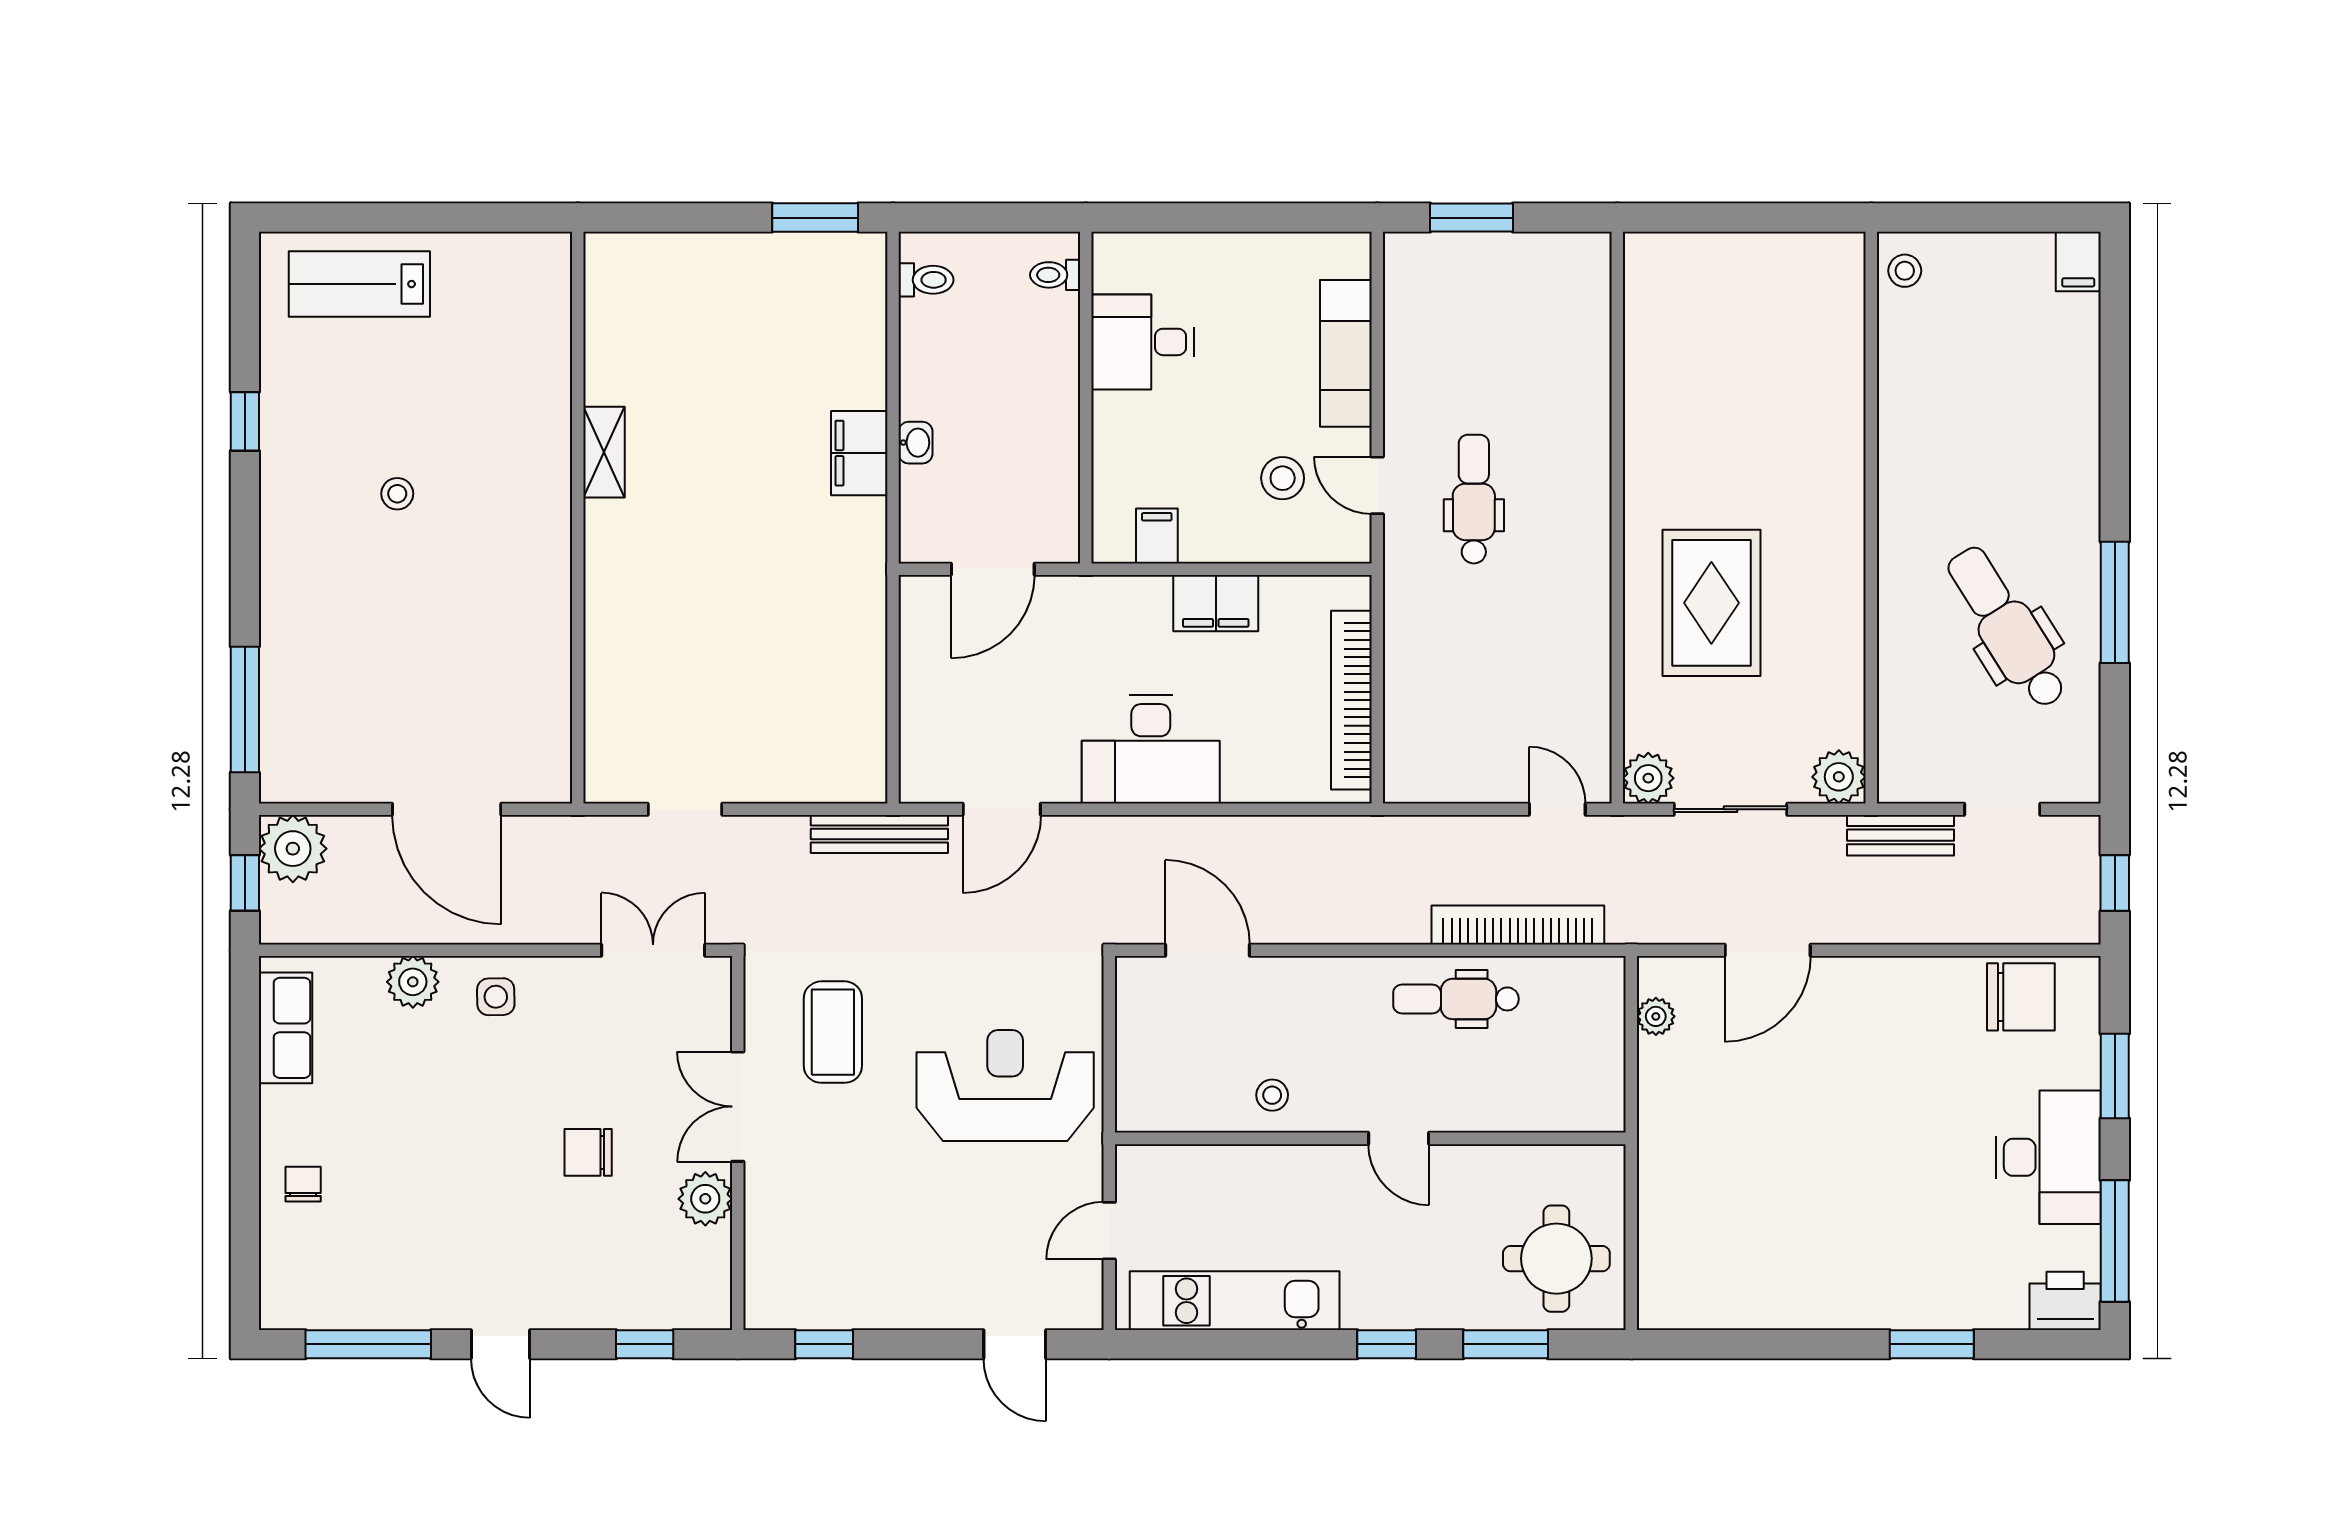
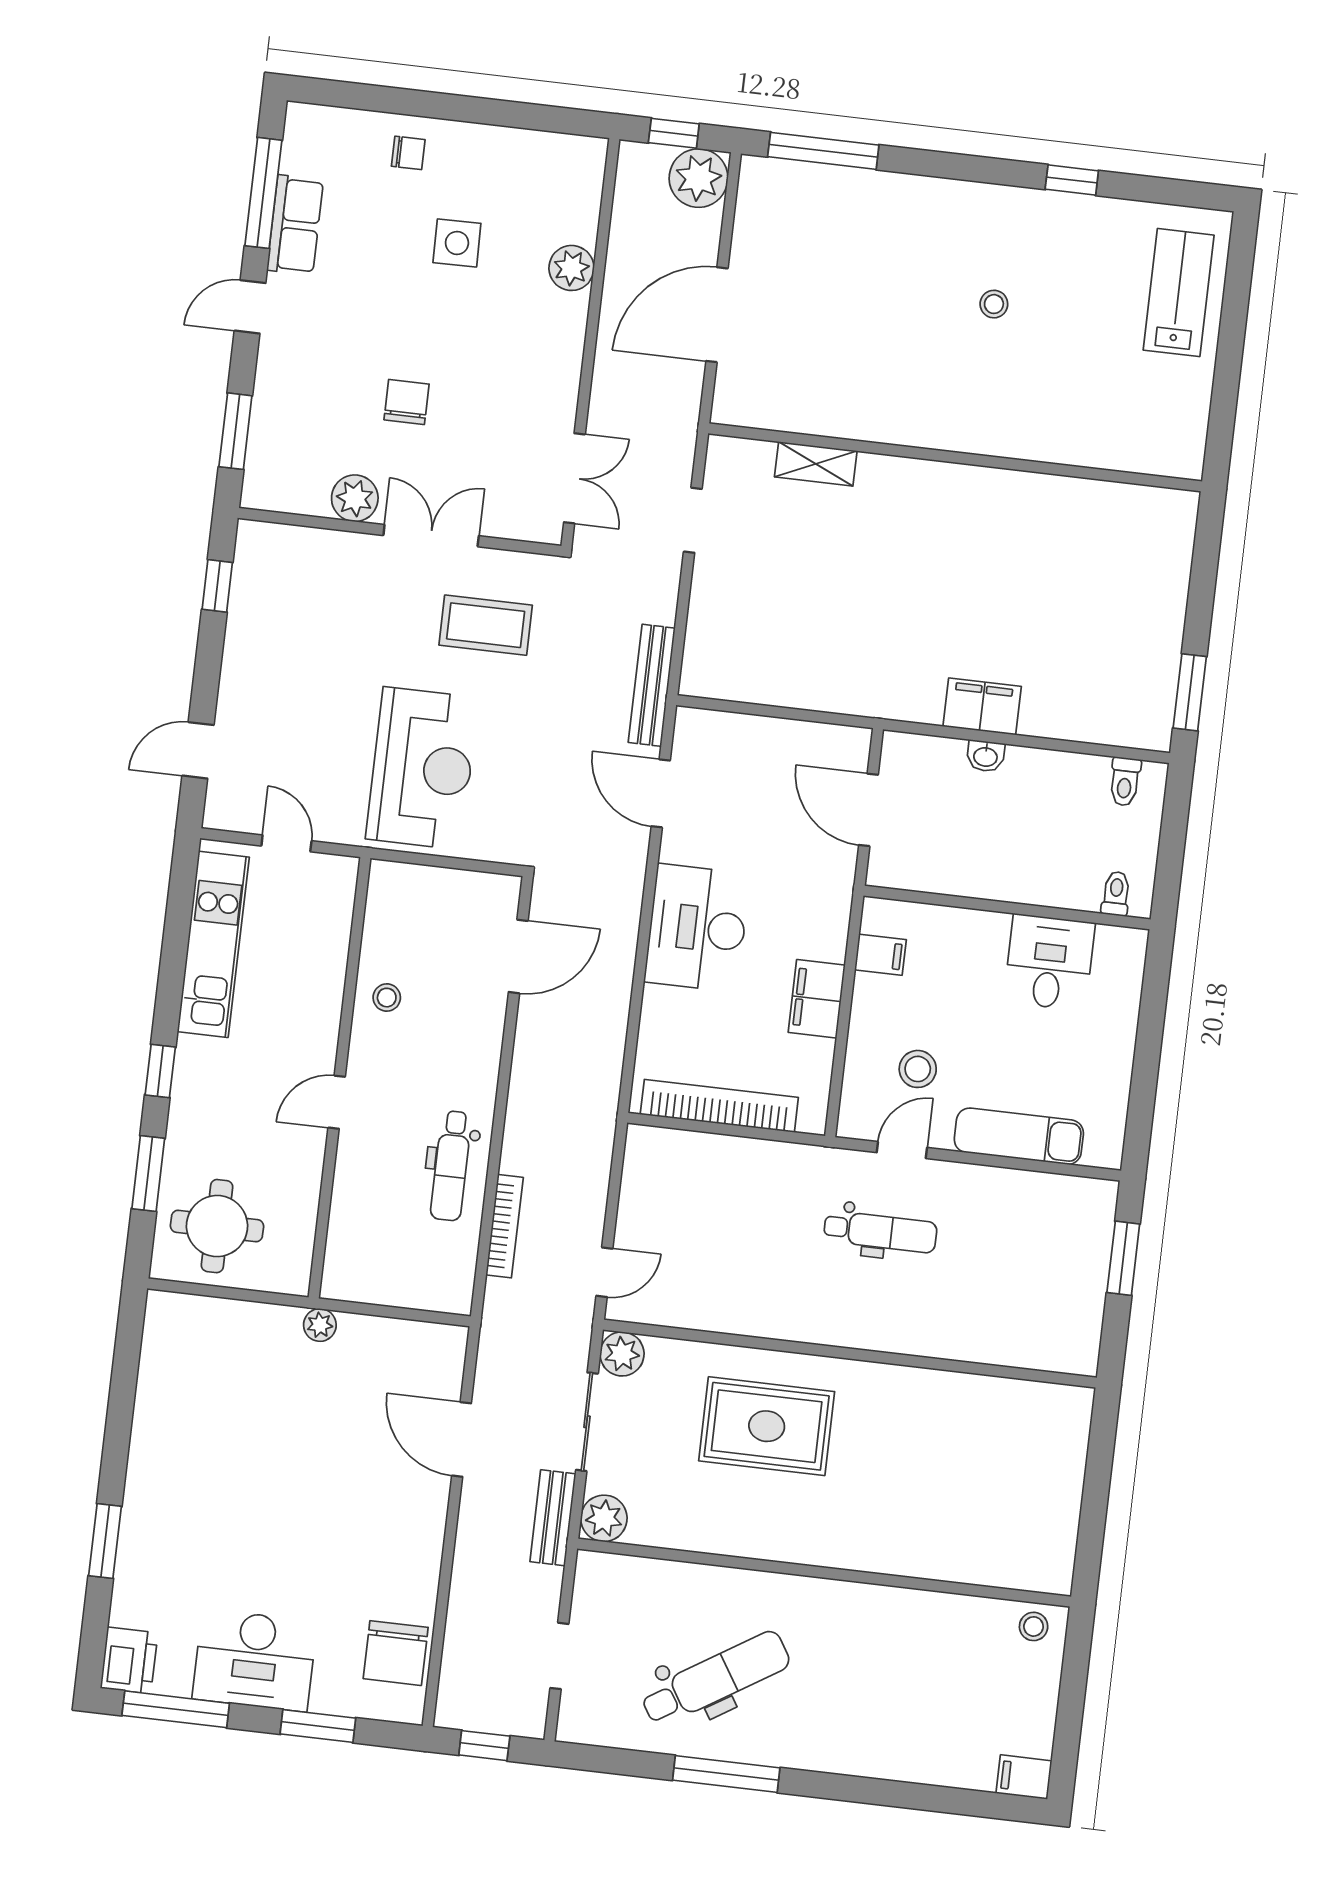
shelving: (604, 452) -> (816, 464), moved
bench: (1900, 835) -> (553, 1518), moved
bookcase: (1518, 925) -> (505, 1226), width x0.68, depth x0.76
side table: (496, 997) -> (457, 243), moved, width x1.37, depth x1.37
dental chair: (1456, 999) -> (451, 1166), turned 180
plant: (1656, 1016) -> (320, 1325), moved
row of seats: (286, 1028) -> (295, 225), moved, turned -90
window: (645, 1344) -> (235, 431), width x1.50

